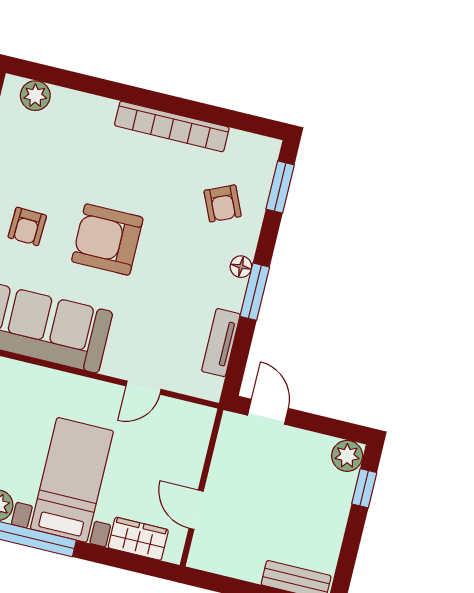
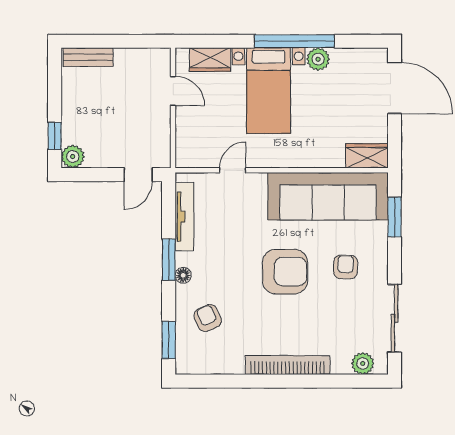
bookcase: (172, 126) -> (288, 365), moved
tv unit: (221, 343) -> (184, 217), width x1.41
door: (268, 412) -> (138, 175), hinge flipped

